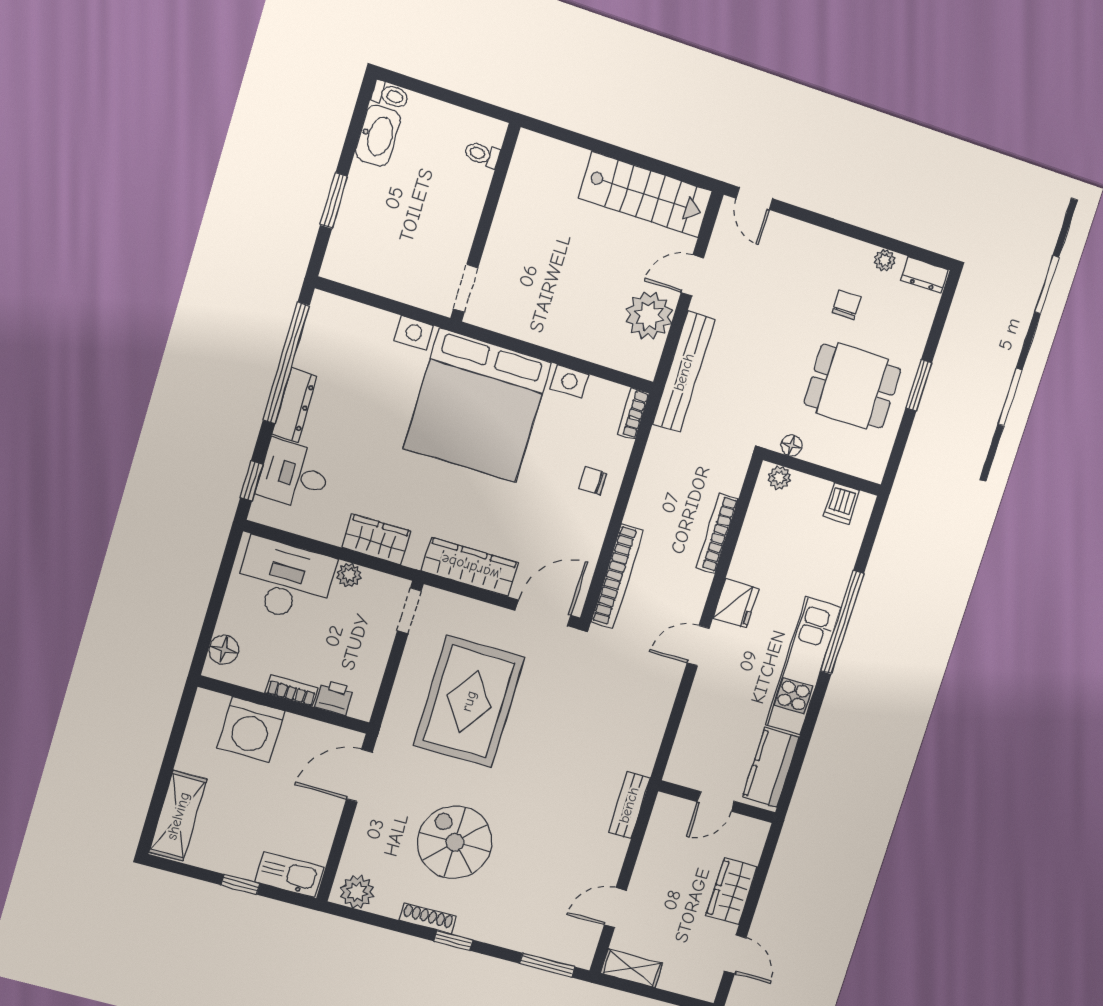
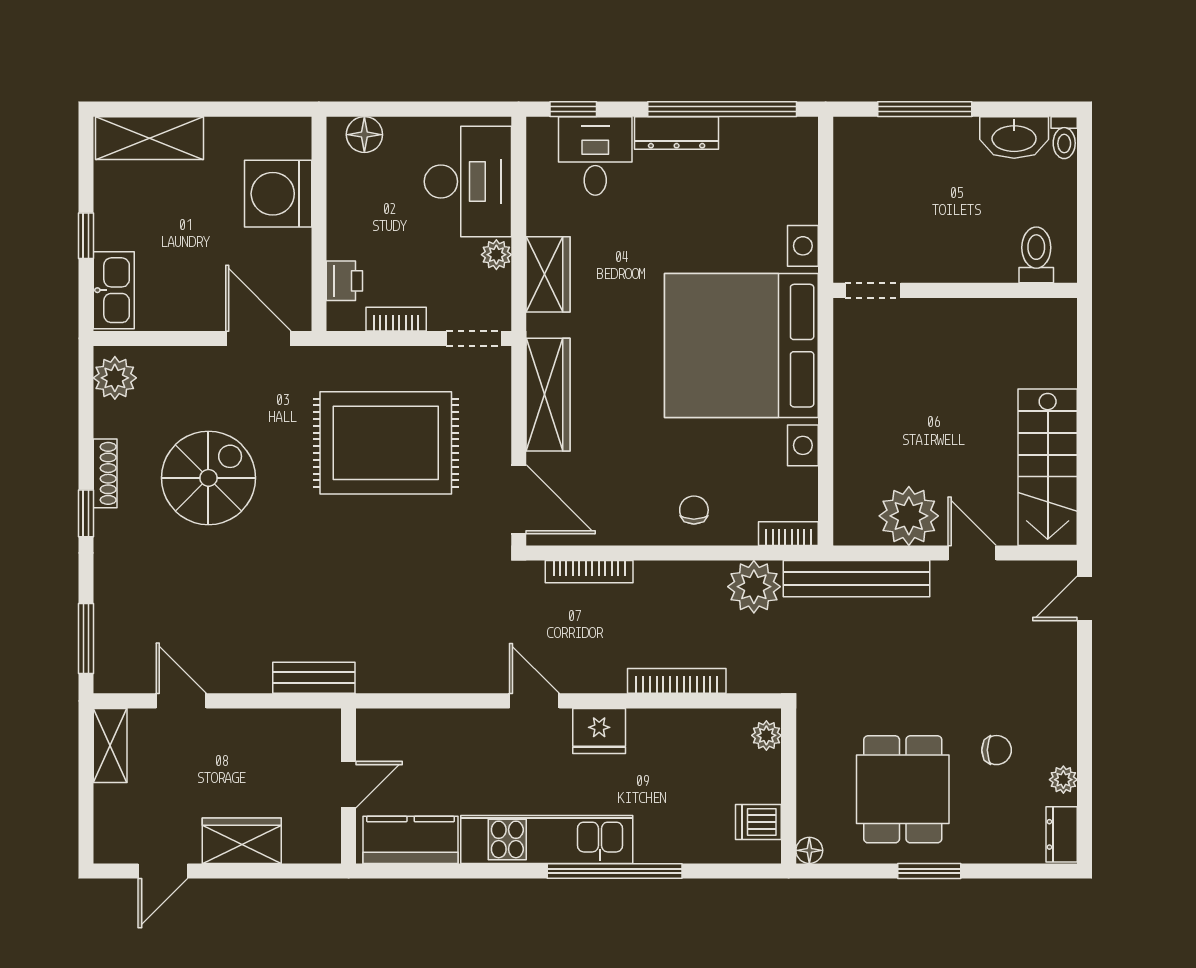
toilet: (482, 154) -> (1036, 255), width x1.37, depth x1.39
window: (334, 201) -> (925, 109), width x1.44
floor lamp: (792, 446) -> (809, 850), moved
plant: (665, 453) -> (754, 587), added
bookcase: (617, 576) -> (589, 572), width x0.68, depth x0.76
bookcase: (292, 691) -> (396, 319), moved, turned -90
door: (716, 801) -> (349, 785), swing flipped

